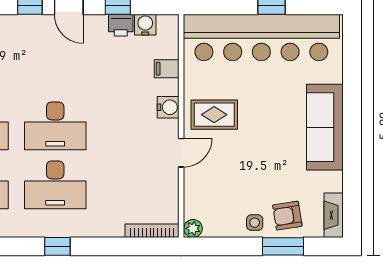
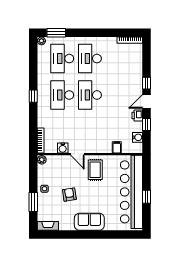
printer: (121, 25) -> (137, 116), moved
water cooler: (168, 107) -> (63, 148), moved
sofa: (325, 127) -> (89, 222), width x0.73
armchair: (287, 216) -> (69, 195), moved

